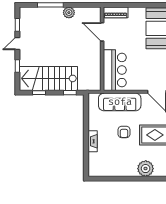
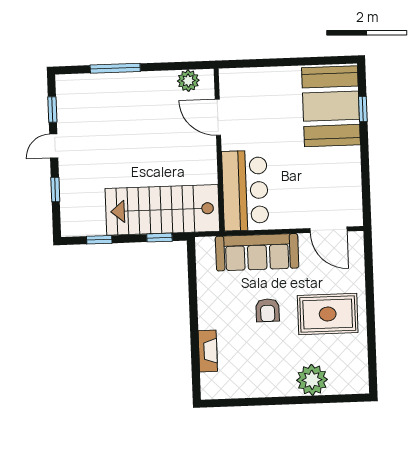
piano: (116, 12) -> (243, 78), removed
plant: (69, 13) -> (188, 81), moved
stairs: (48, 78) -> (162, 210), moved
fireplace: (93, 141) -> (208, 351), moved

